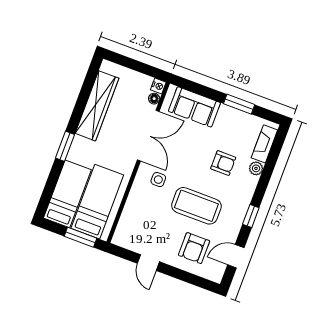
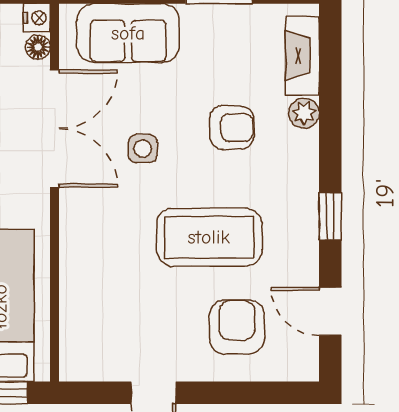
side table: (158, 180) -> (143, 149), moved
armchair: (194, 248) -> (237, 327), turned 180
door: (236, 256) -> (330, 311), hinge flipped

